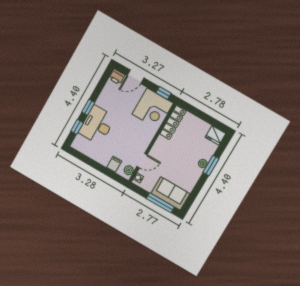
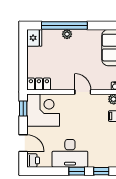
locker: (173, 123) -> (39, 84), width x0.66
desk: (97, 125) -> (70, 153), moved
door: (142, 161) -> (83, 92), moved
window: (211, 166) -> (64, 26), width x2.11

